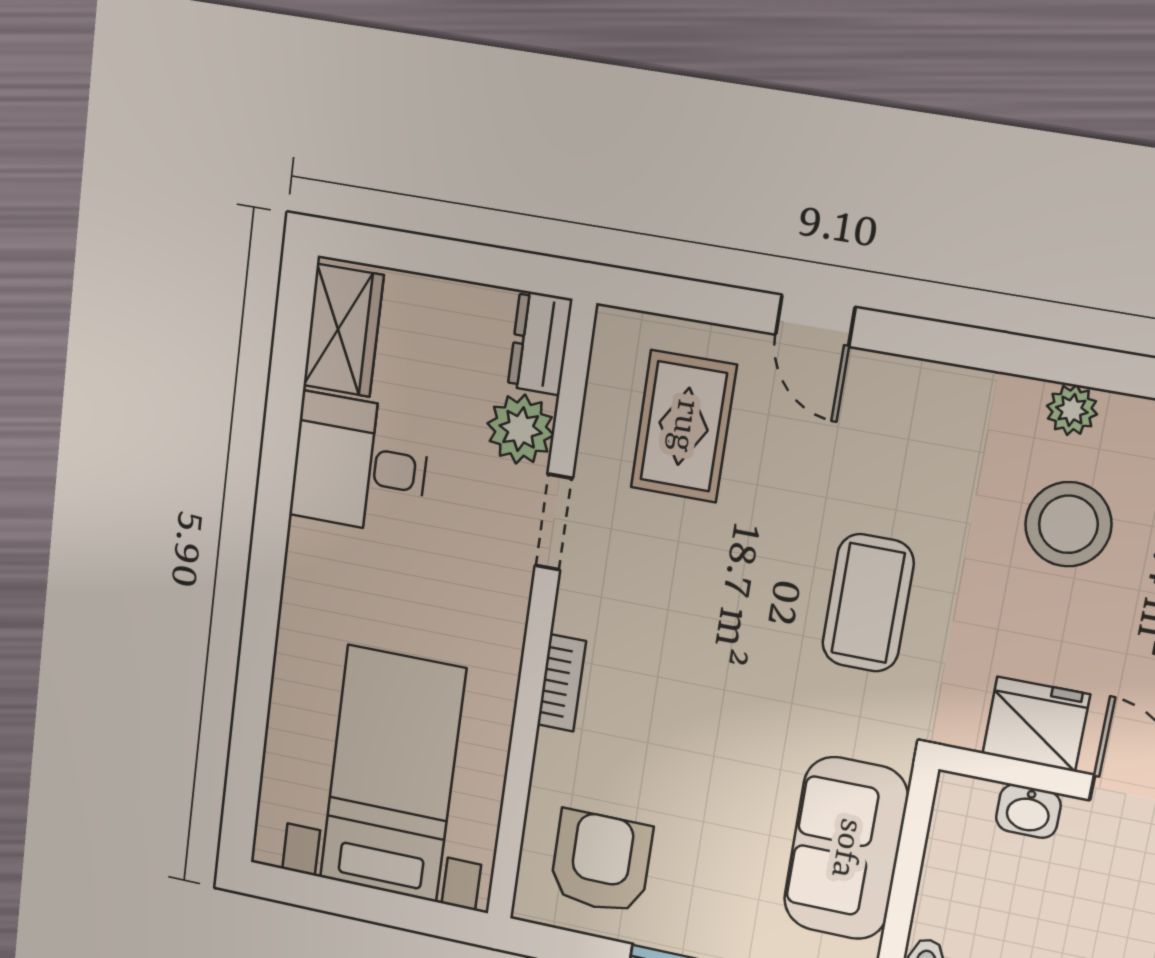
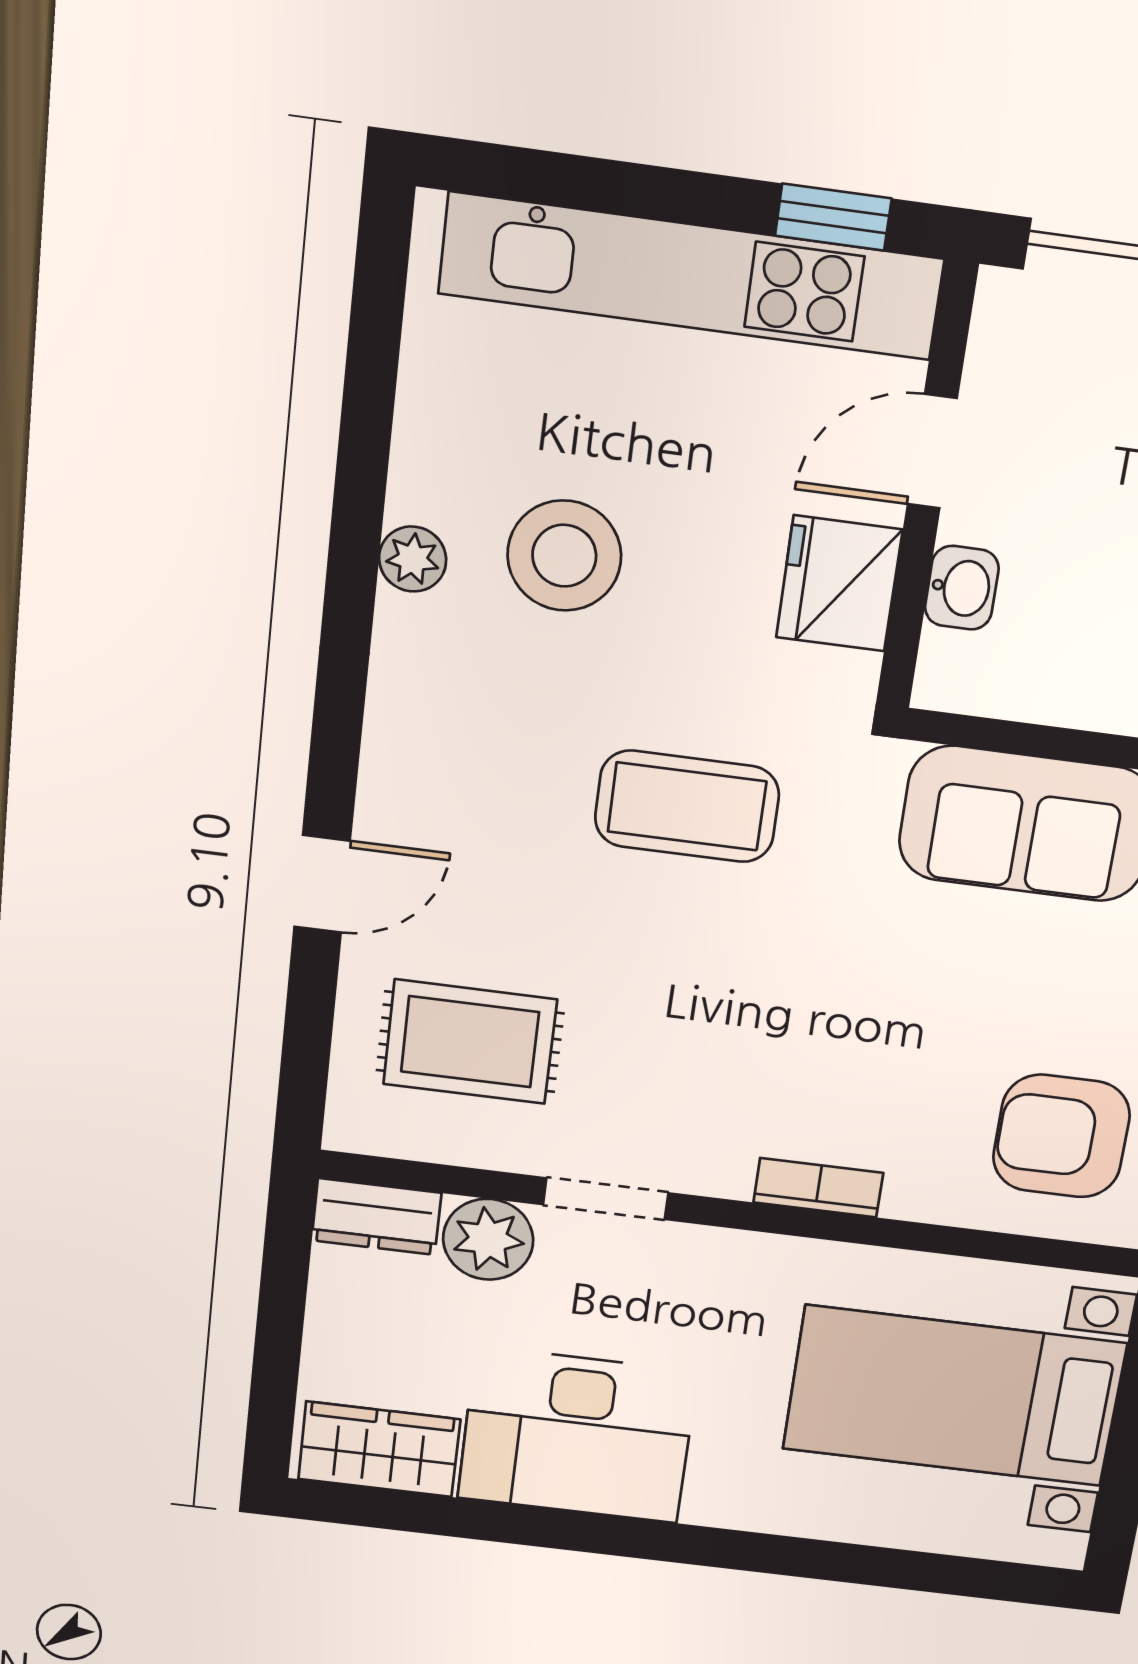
desk: (360, 464) -> (577, 1435), width x1.37

